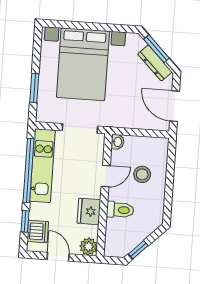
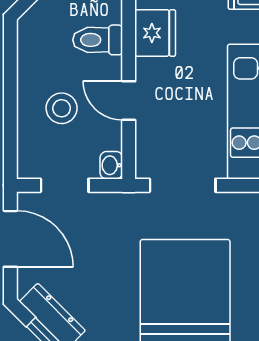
doorway: (143, 133) -> (65, 185), added
door: (106, 176) -> (129, 101), hinge flipped

